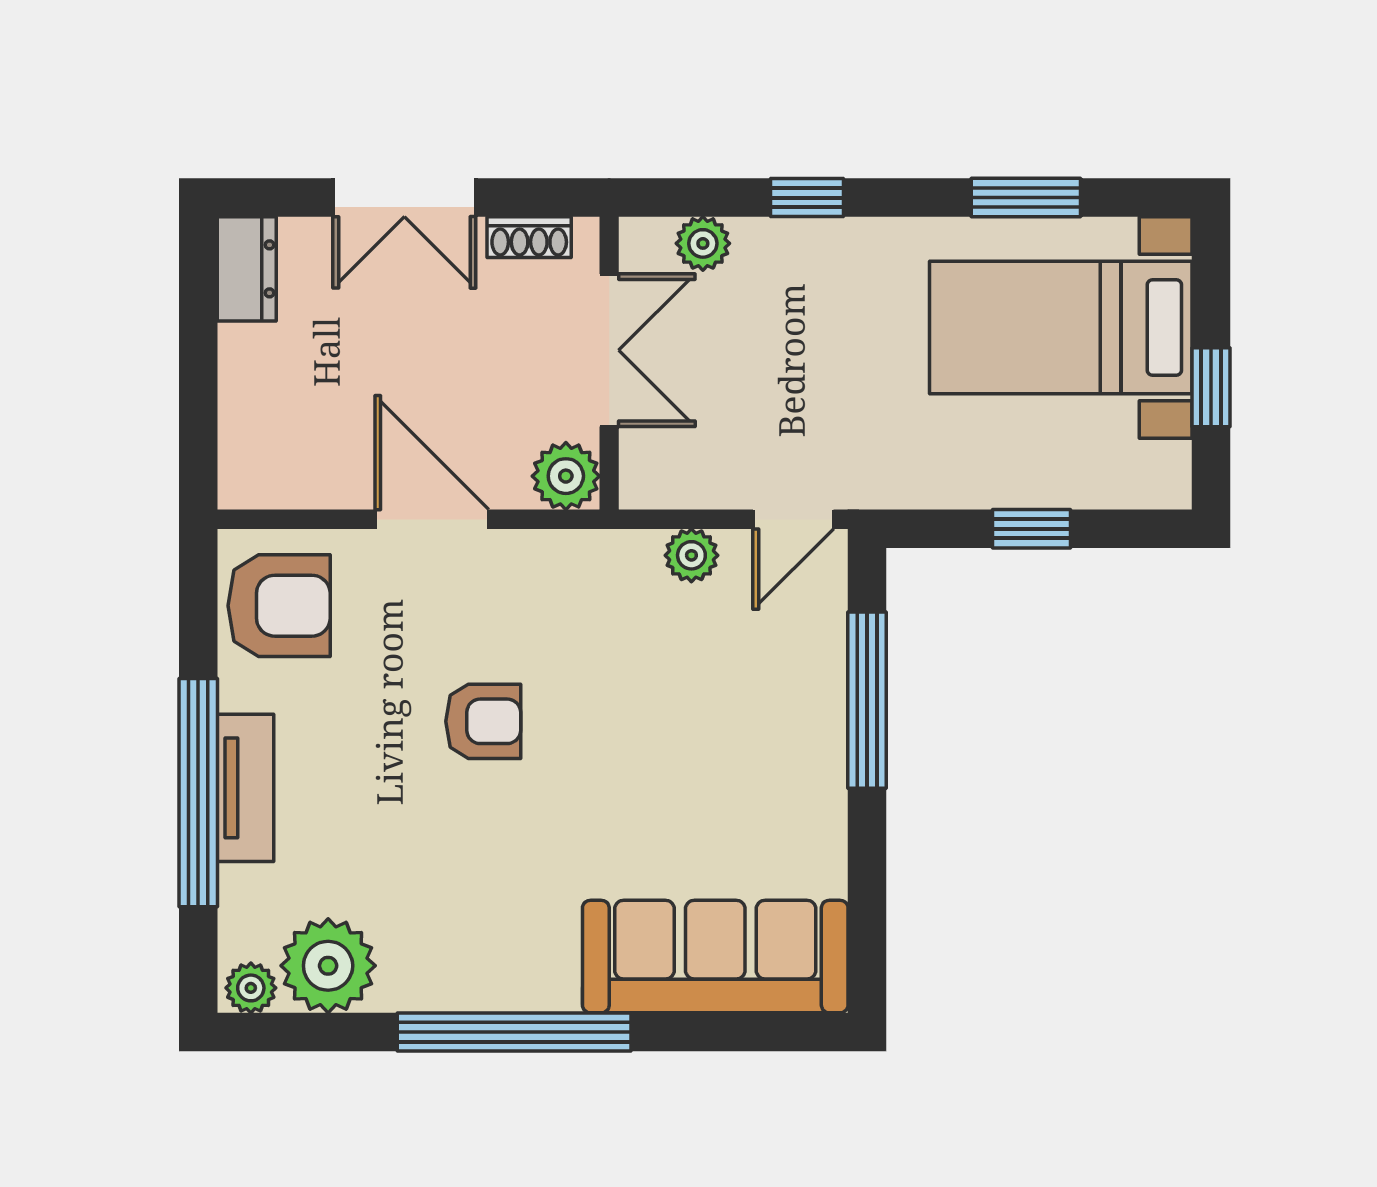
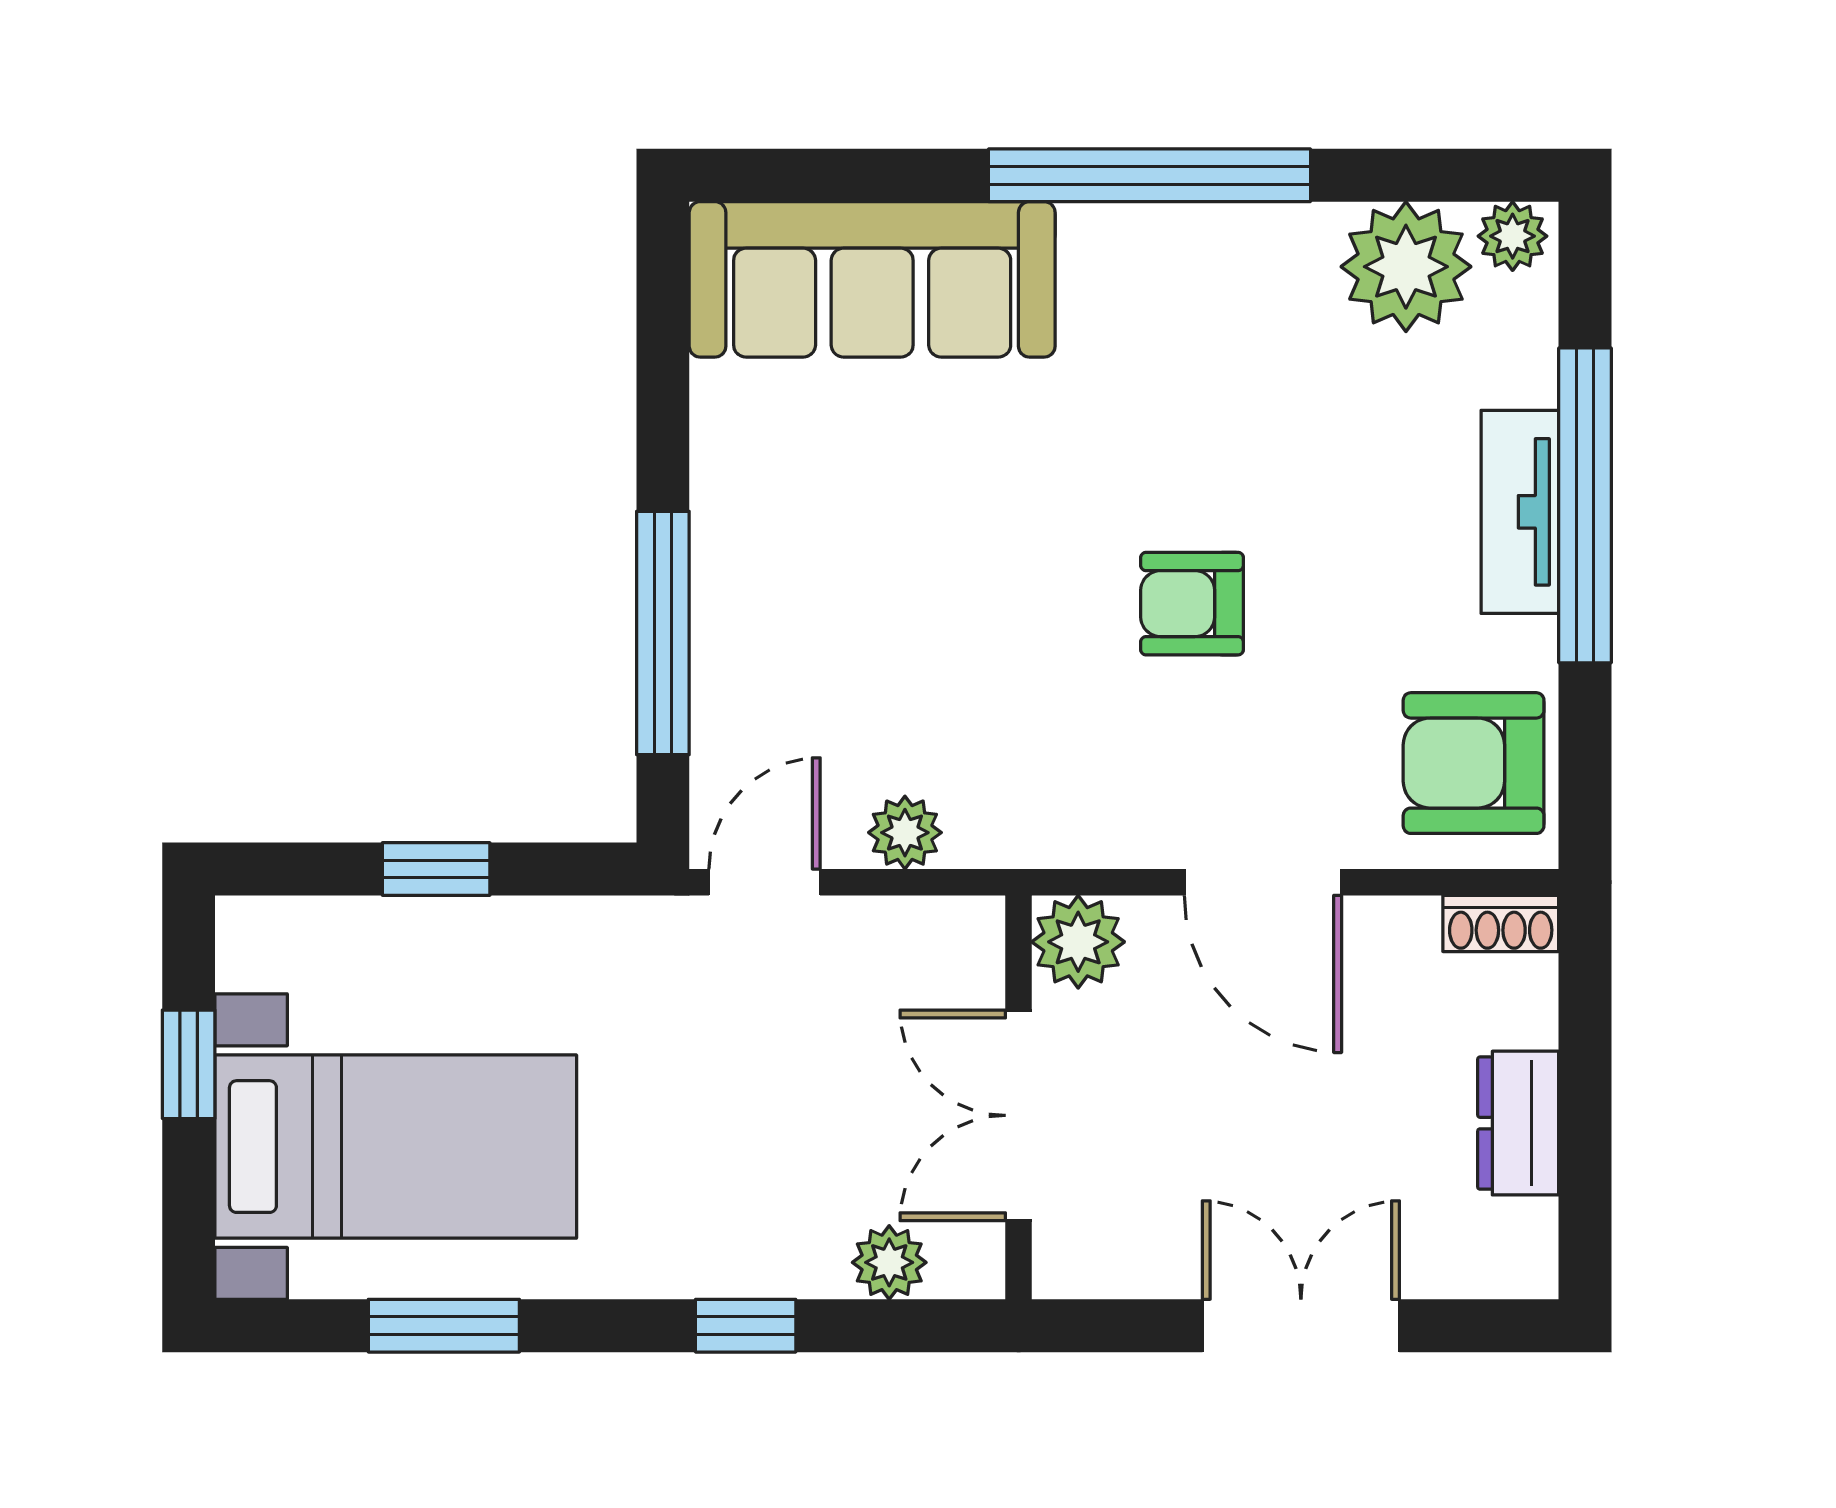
shoe rack: (529, 237) -> (1501, 923), moved, turned 180
dresser: (247, 269) -> (1518, 1123), moved

